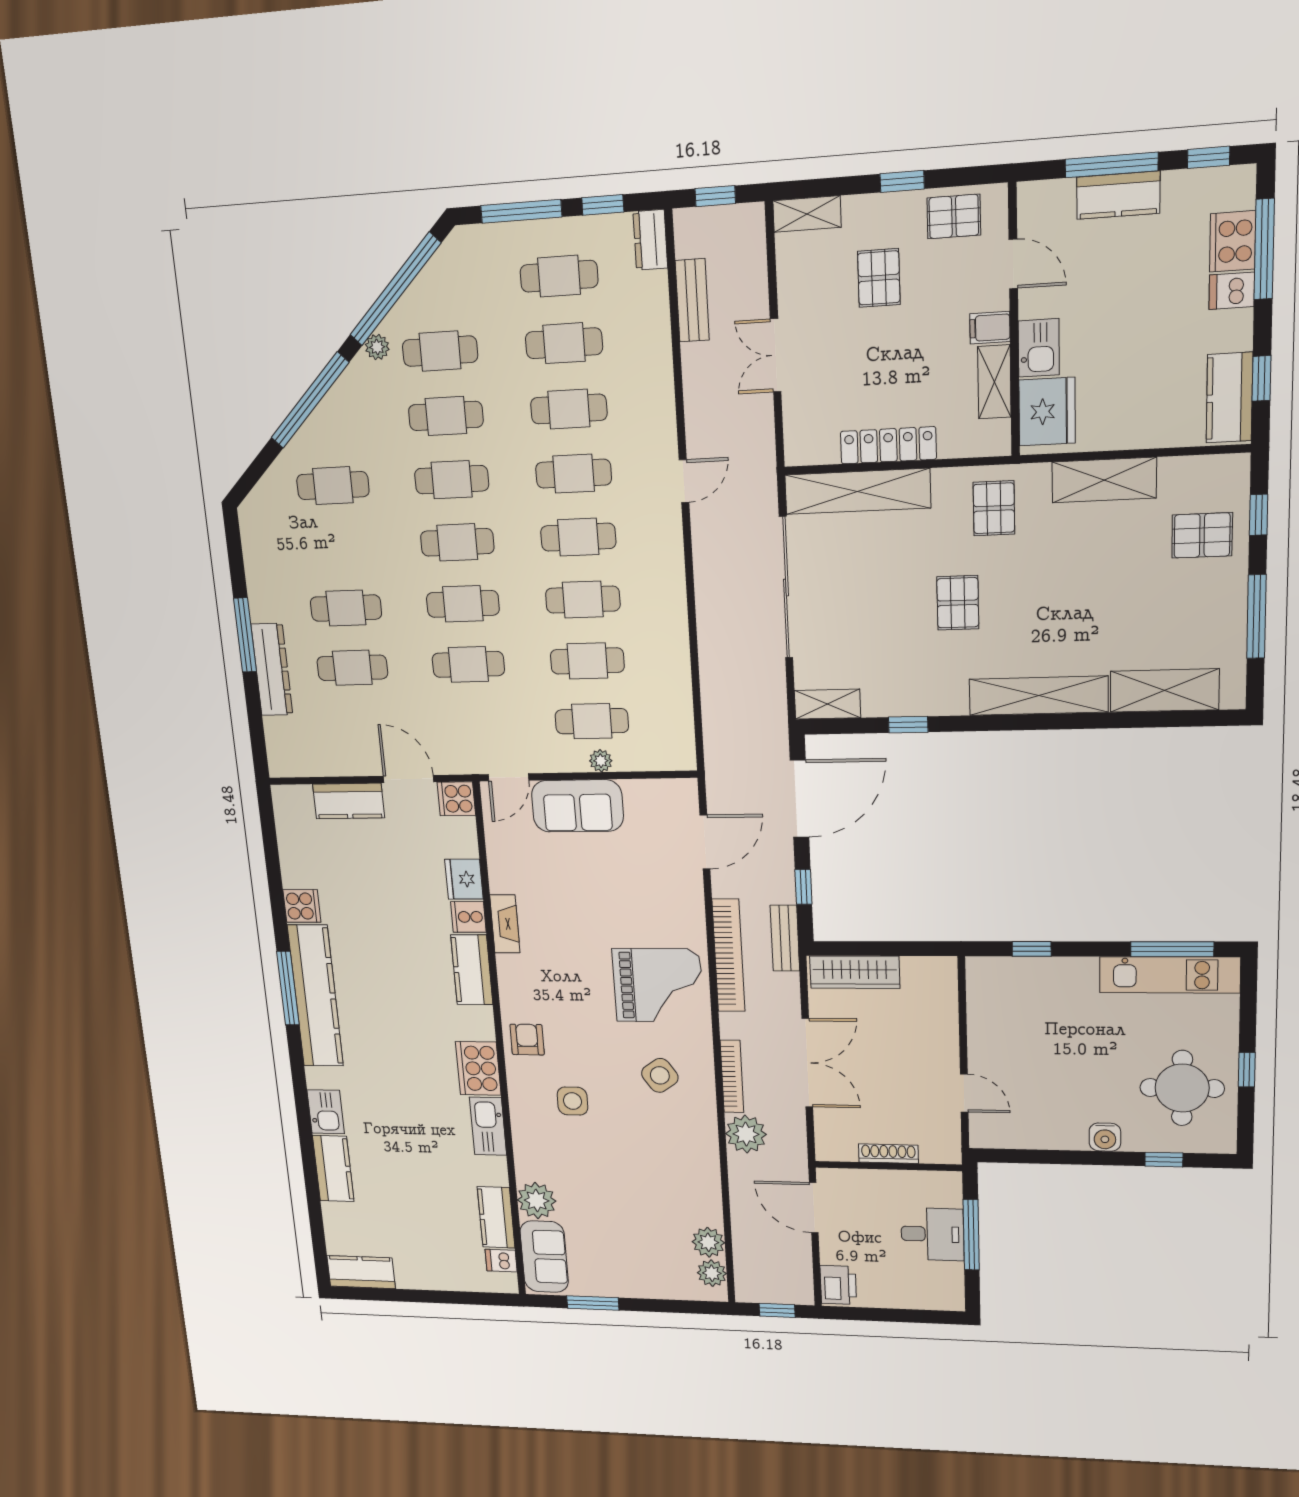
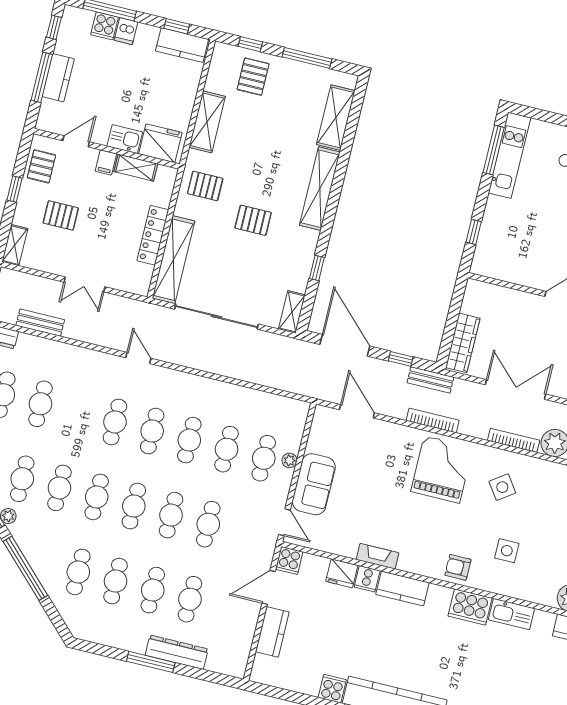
cooker: (1233, 241) -> (105, 26), width x0.73
cafe table: (569, 409) -> (116, 581), moved
bookcase: (728, 955) -> (433, 421), width x0.68, depth x0.76

